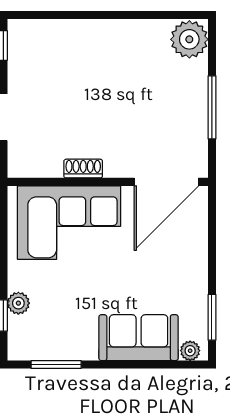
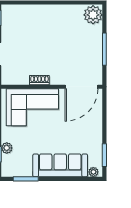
sofa: (139, 338) -> (60, 165), width x1.36

